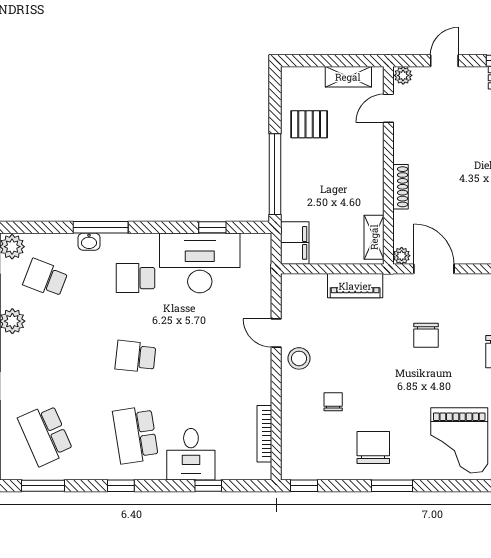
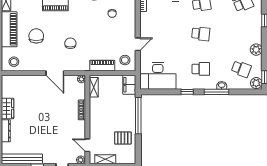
door: (388, 108) -> (87, 145), swing flipped
window: (212, 227) -> (187, 92), moved
desk: (200, 263) -> (158, 76), moved
door: (434, 269) -> (55, 73), moved
door: (276, 333) -> (138, 44), hinge flipped
stool: (299, 358) -> (125, 60), moved

